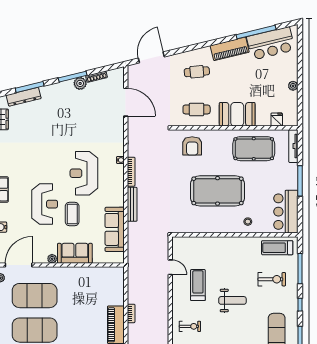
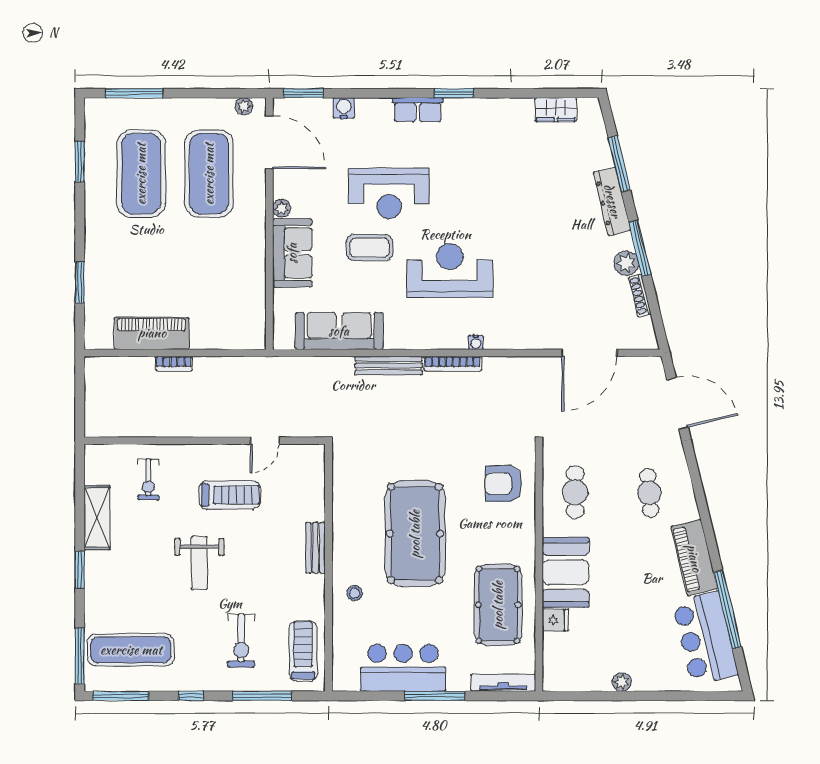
dresser: (24, 97) -> (612, 201), moved
fridge: (277, 120) -> (555, 620), moved
bar counter: (286, 212) -> (403, 668), moved
bench: (225, 241) -> (315, 548), added

